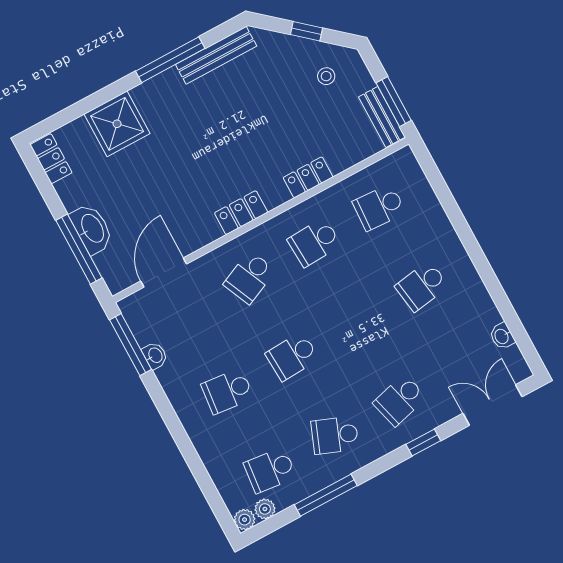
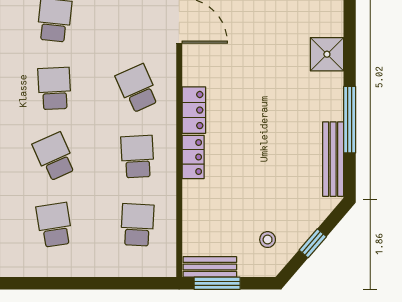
shower: (117, 124) -> (327, 54), width x0.73, depth x0.73
locker: (308, 177) -> (193, 157), moved
school desk: (357, 321) -> (54, 157), added

